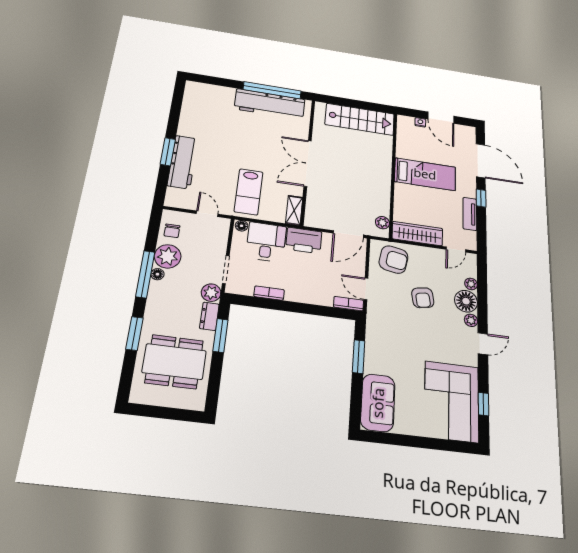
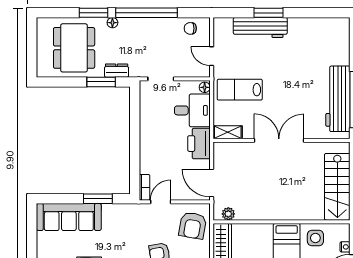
side table: (411, 146) -> (315, 238), added
door: (207, 214) -> (212, 56), swing flipped
plant: (168, 256) -> (166, 28), removed
window: (145, 274) -> (146, 13), width x1.46
floor lamp: (157, 274) -> (112, 23), moved
plant: (211, 293) -> (138, 69), removed
bookcase: (269, 293) -> (144, 118), removed
sofa: (378, 403) -> (69, 217), width x1.36

